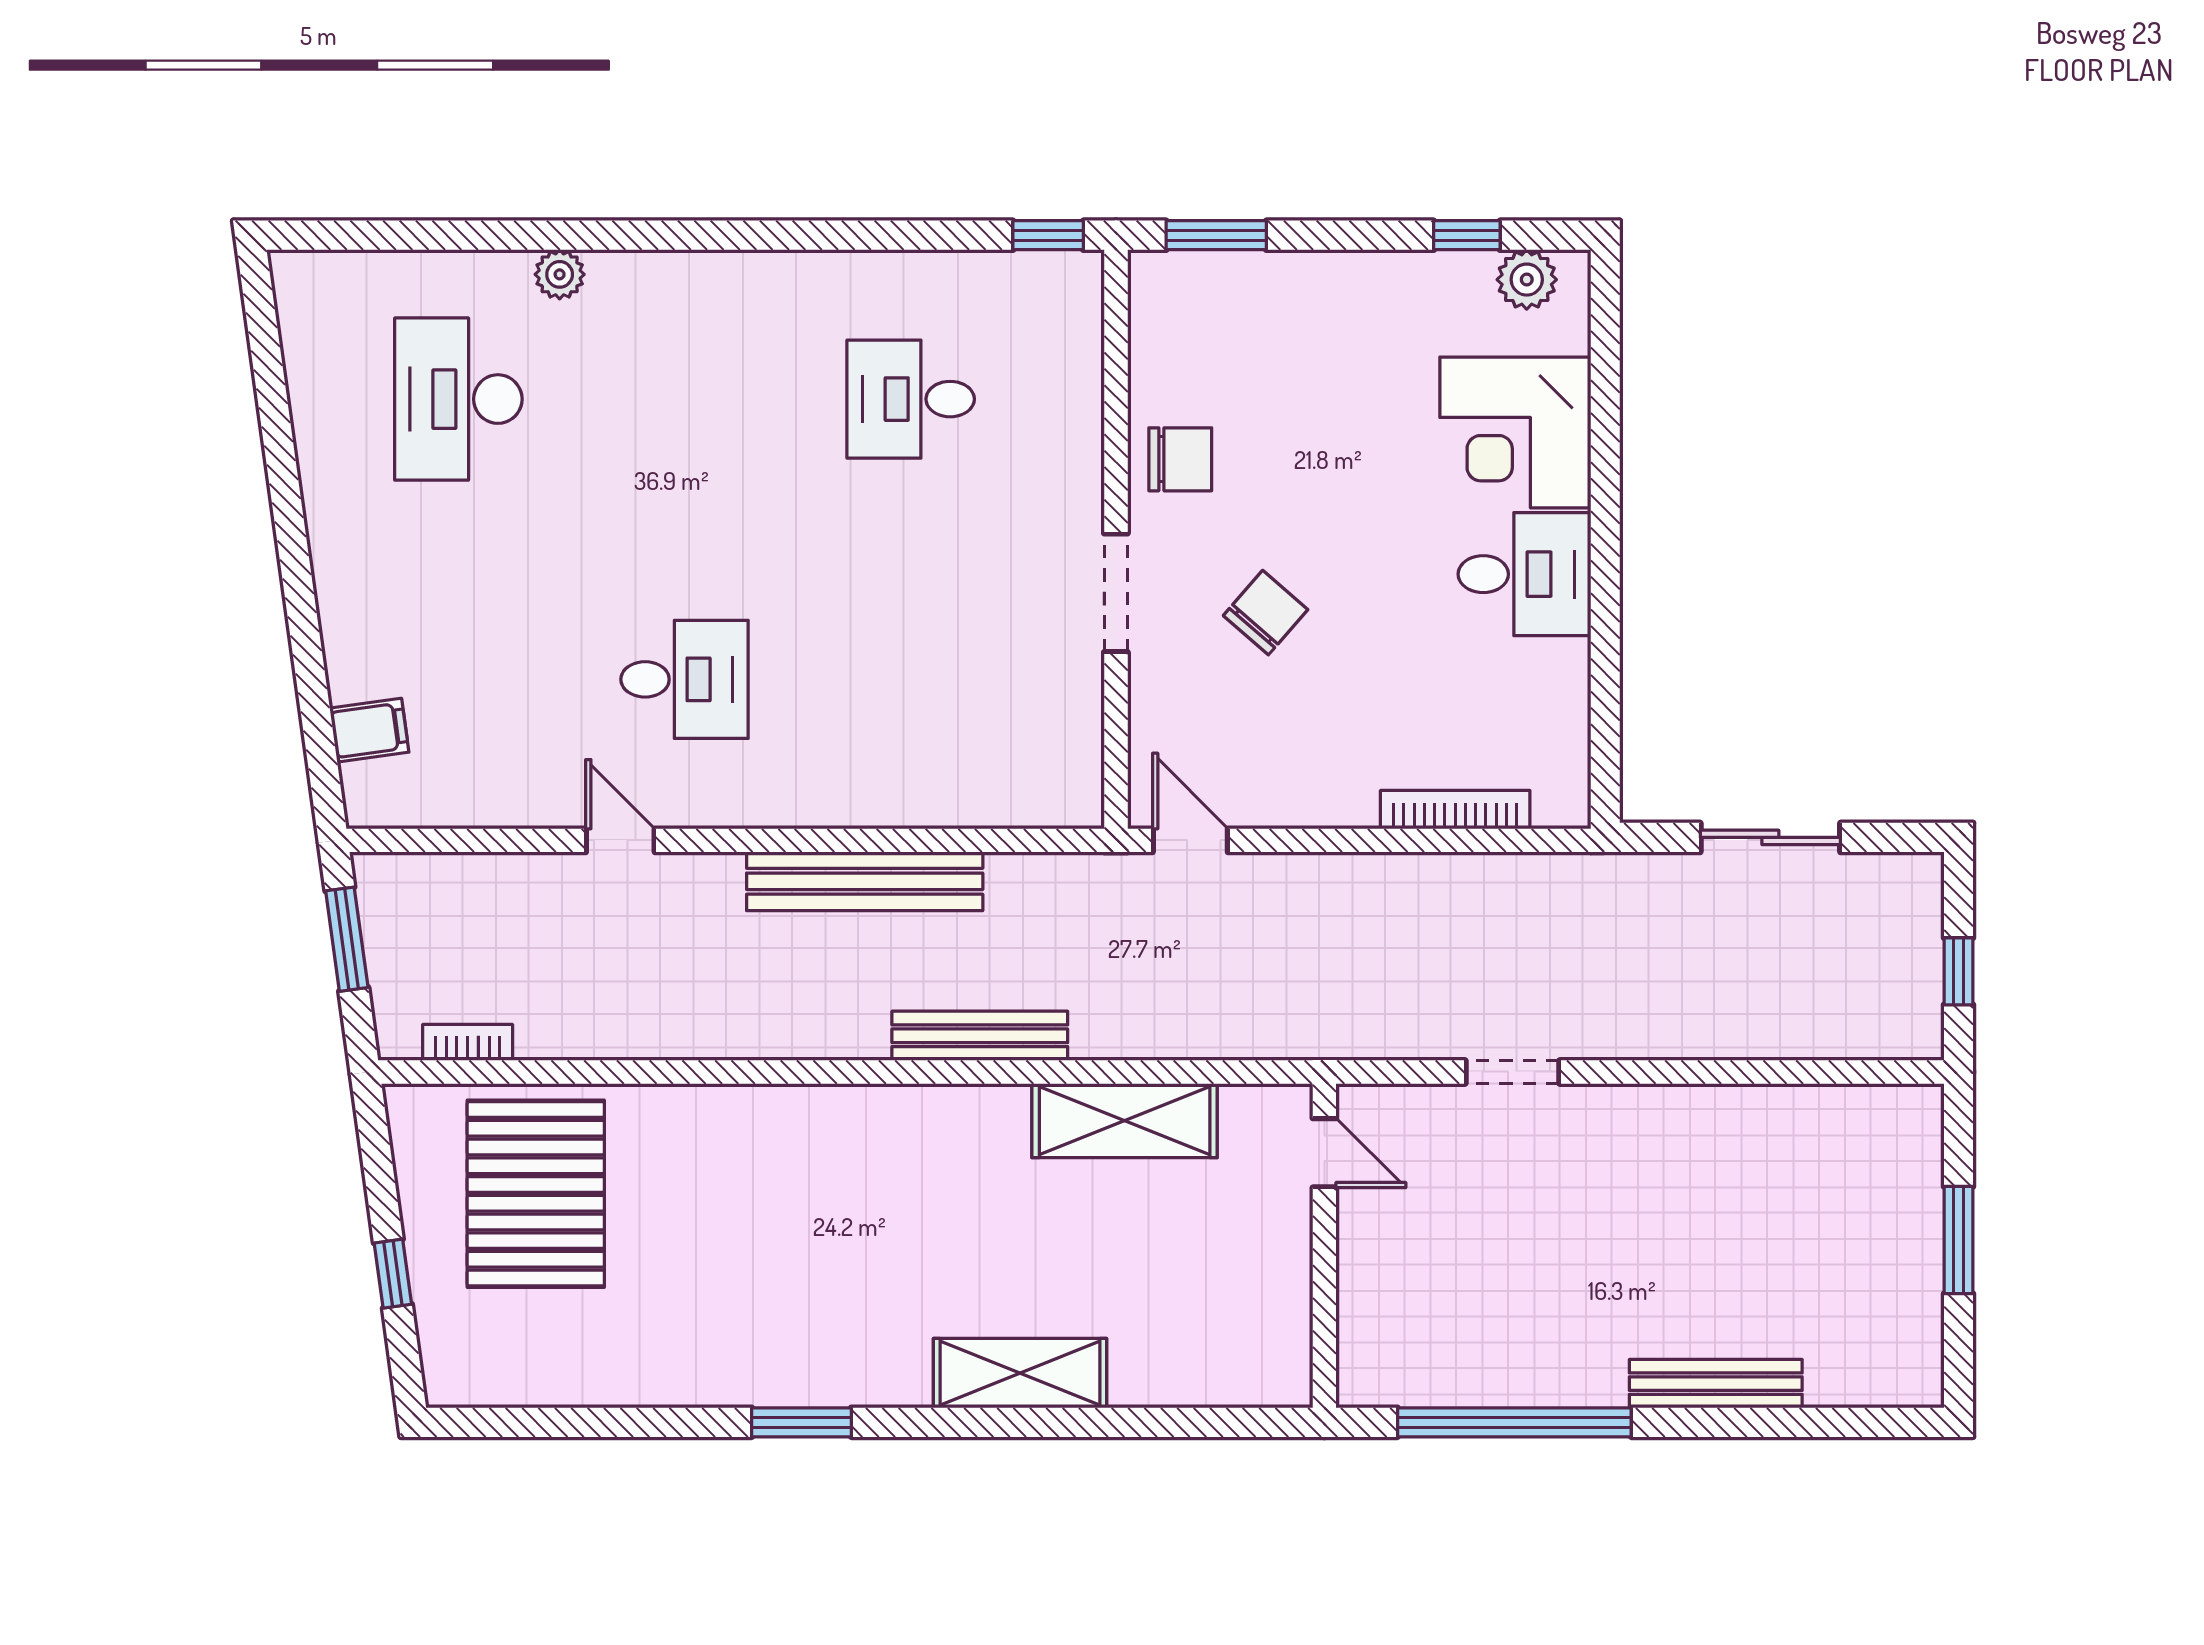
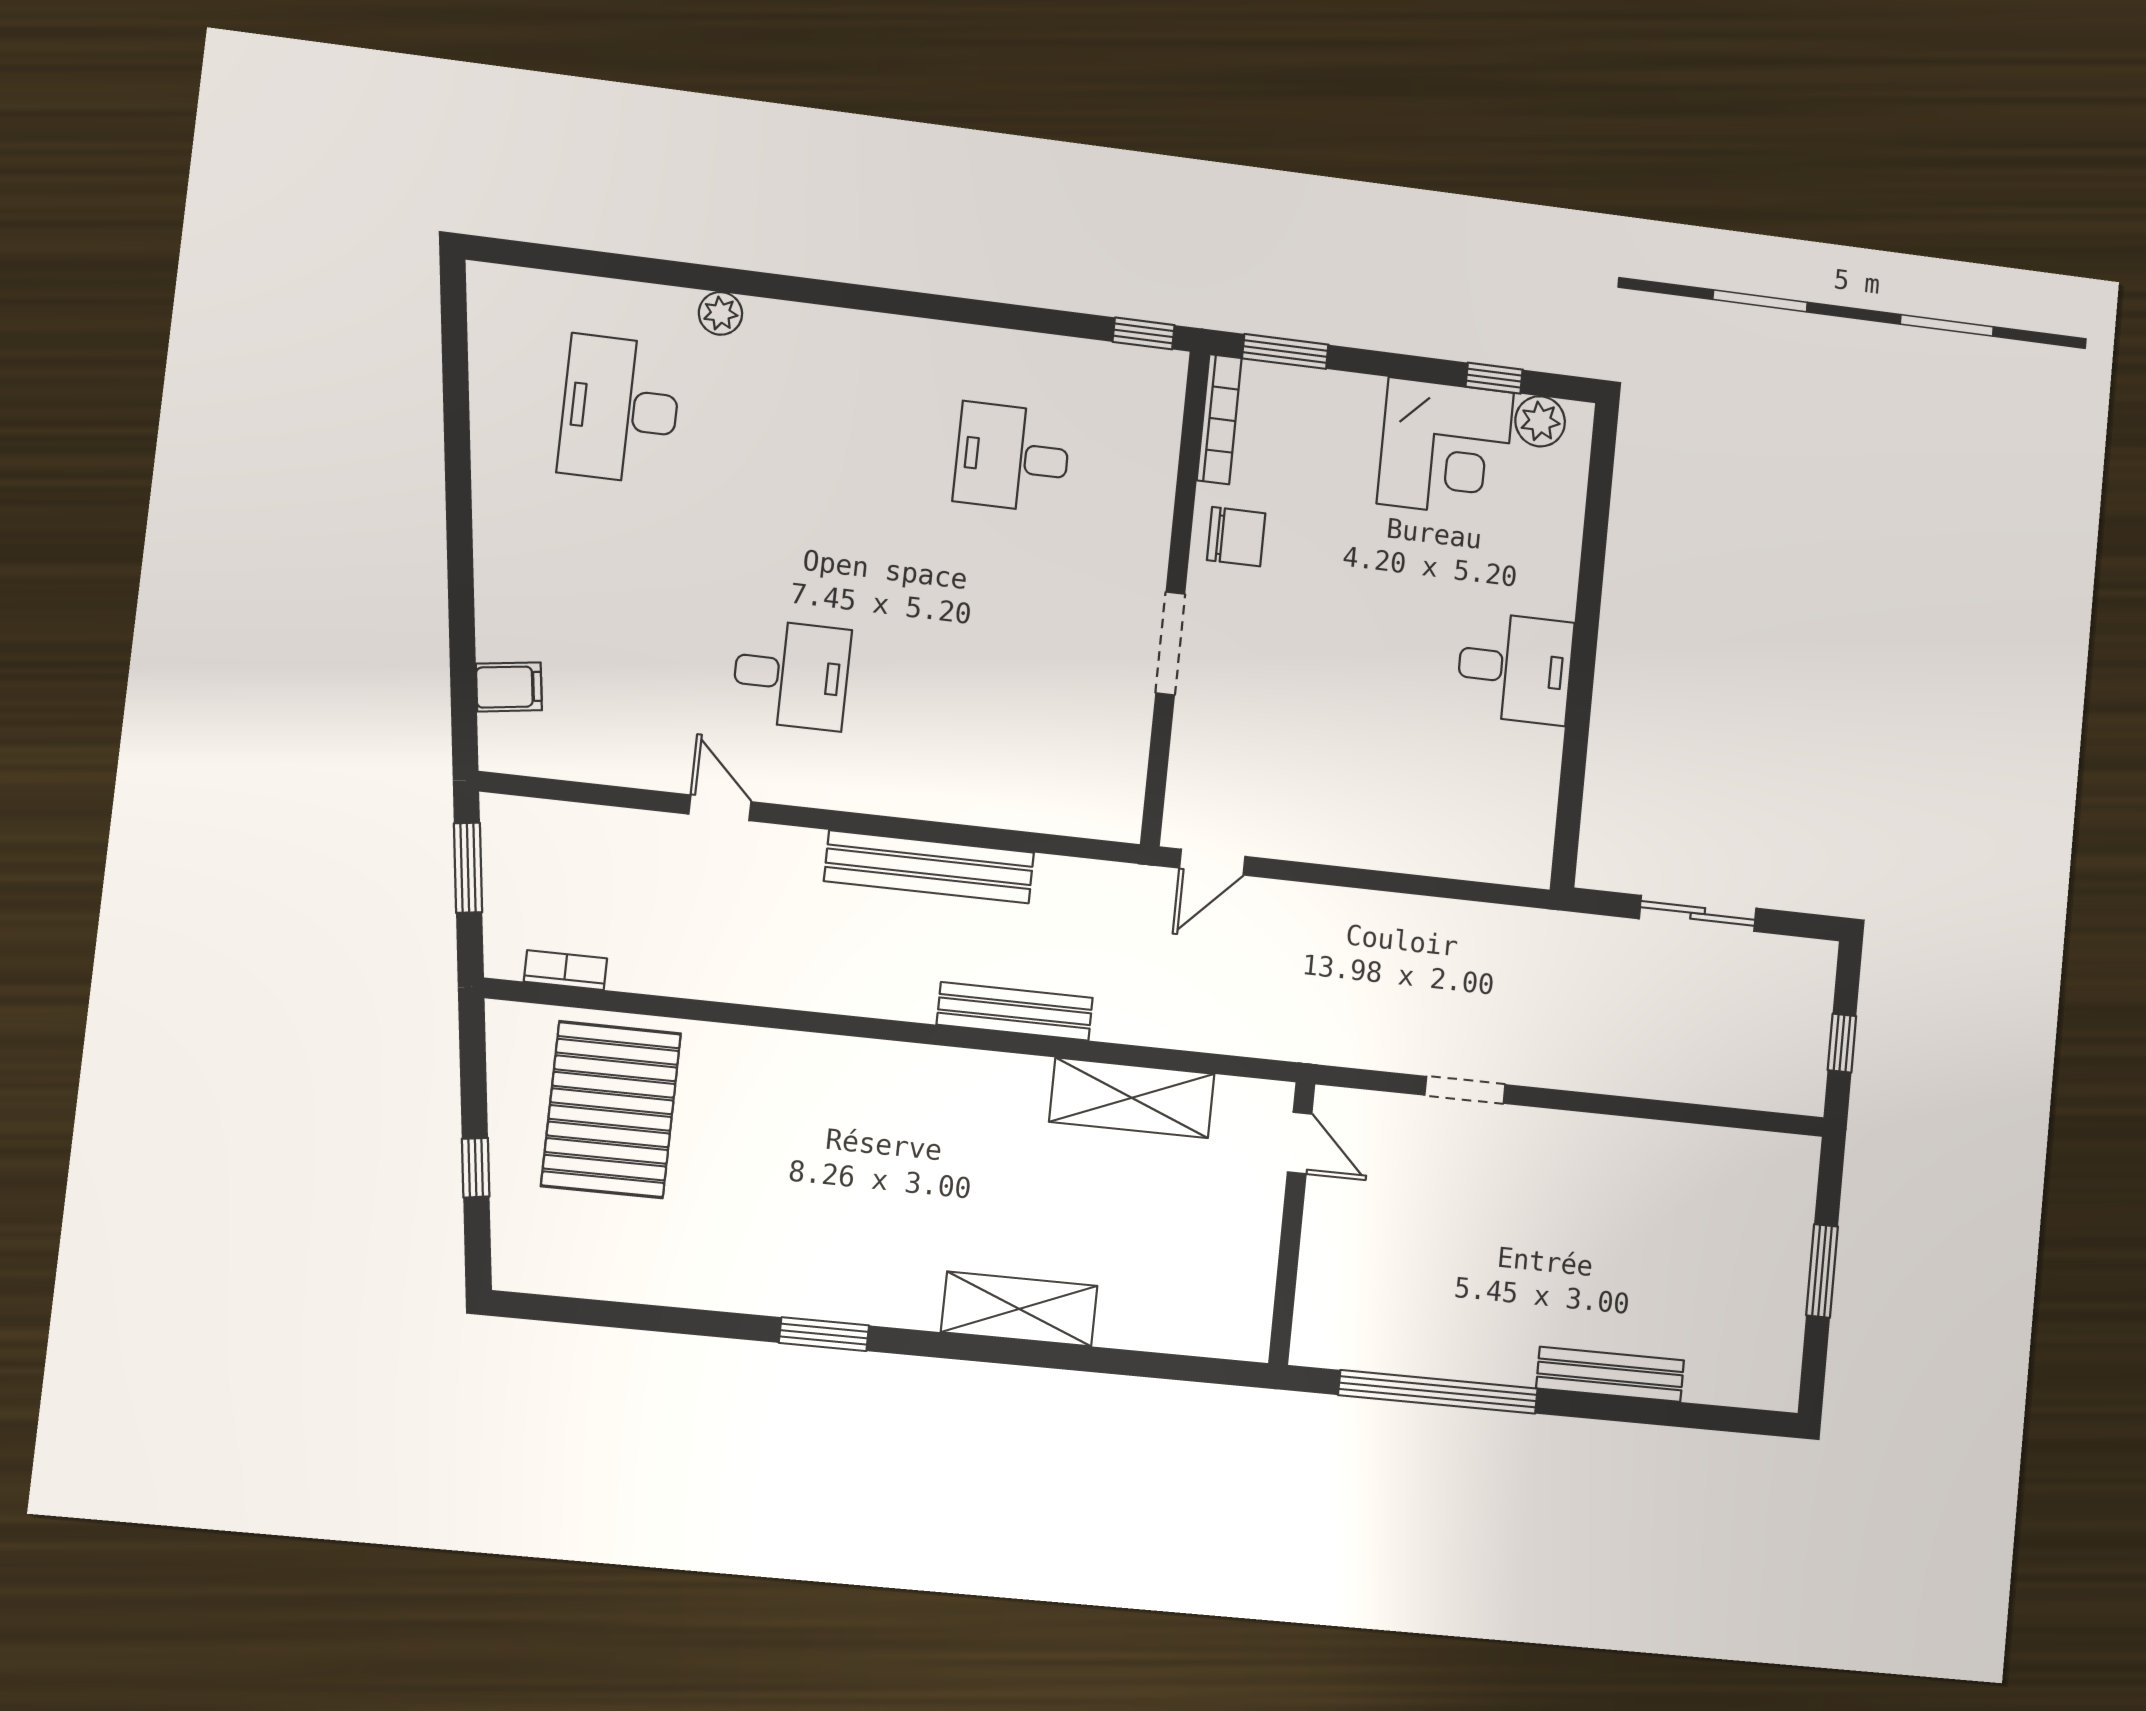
corner desk: (1515, 433) -> (1445, 448), moved, turned -90
chair: (1266, 613) -> (1295, 675), removed
bookcase: (1455, 810) -> (1219, 419), moved, turned 90
door: (1190, 840) -> (1212, 862), swing flipped

